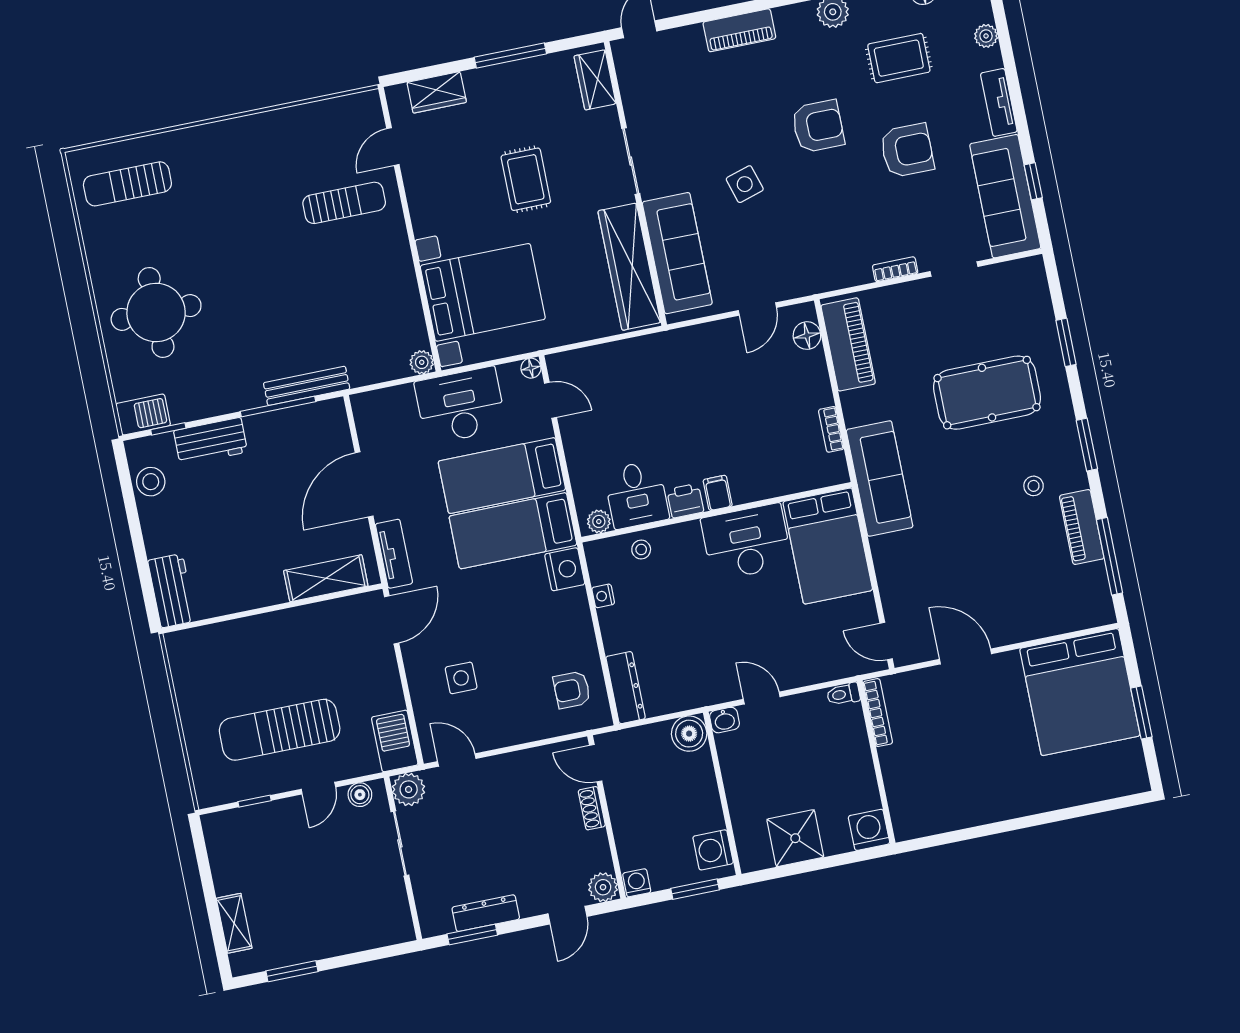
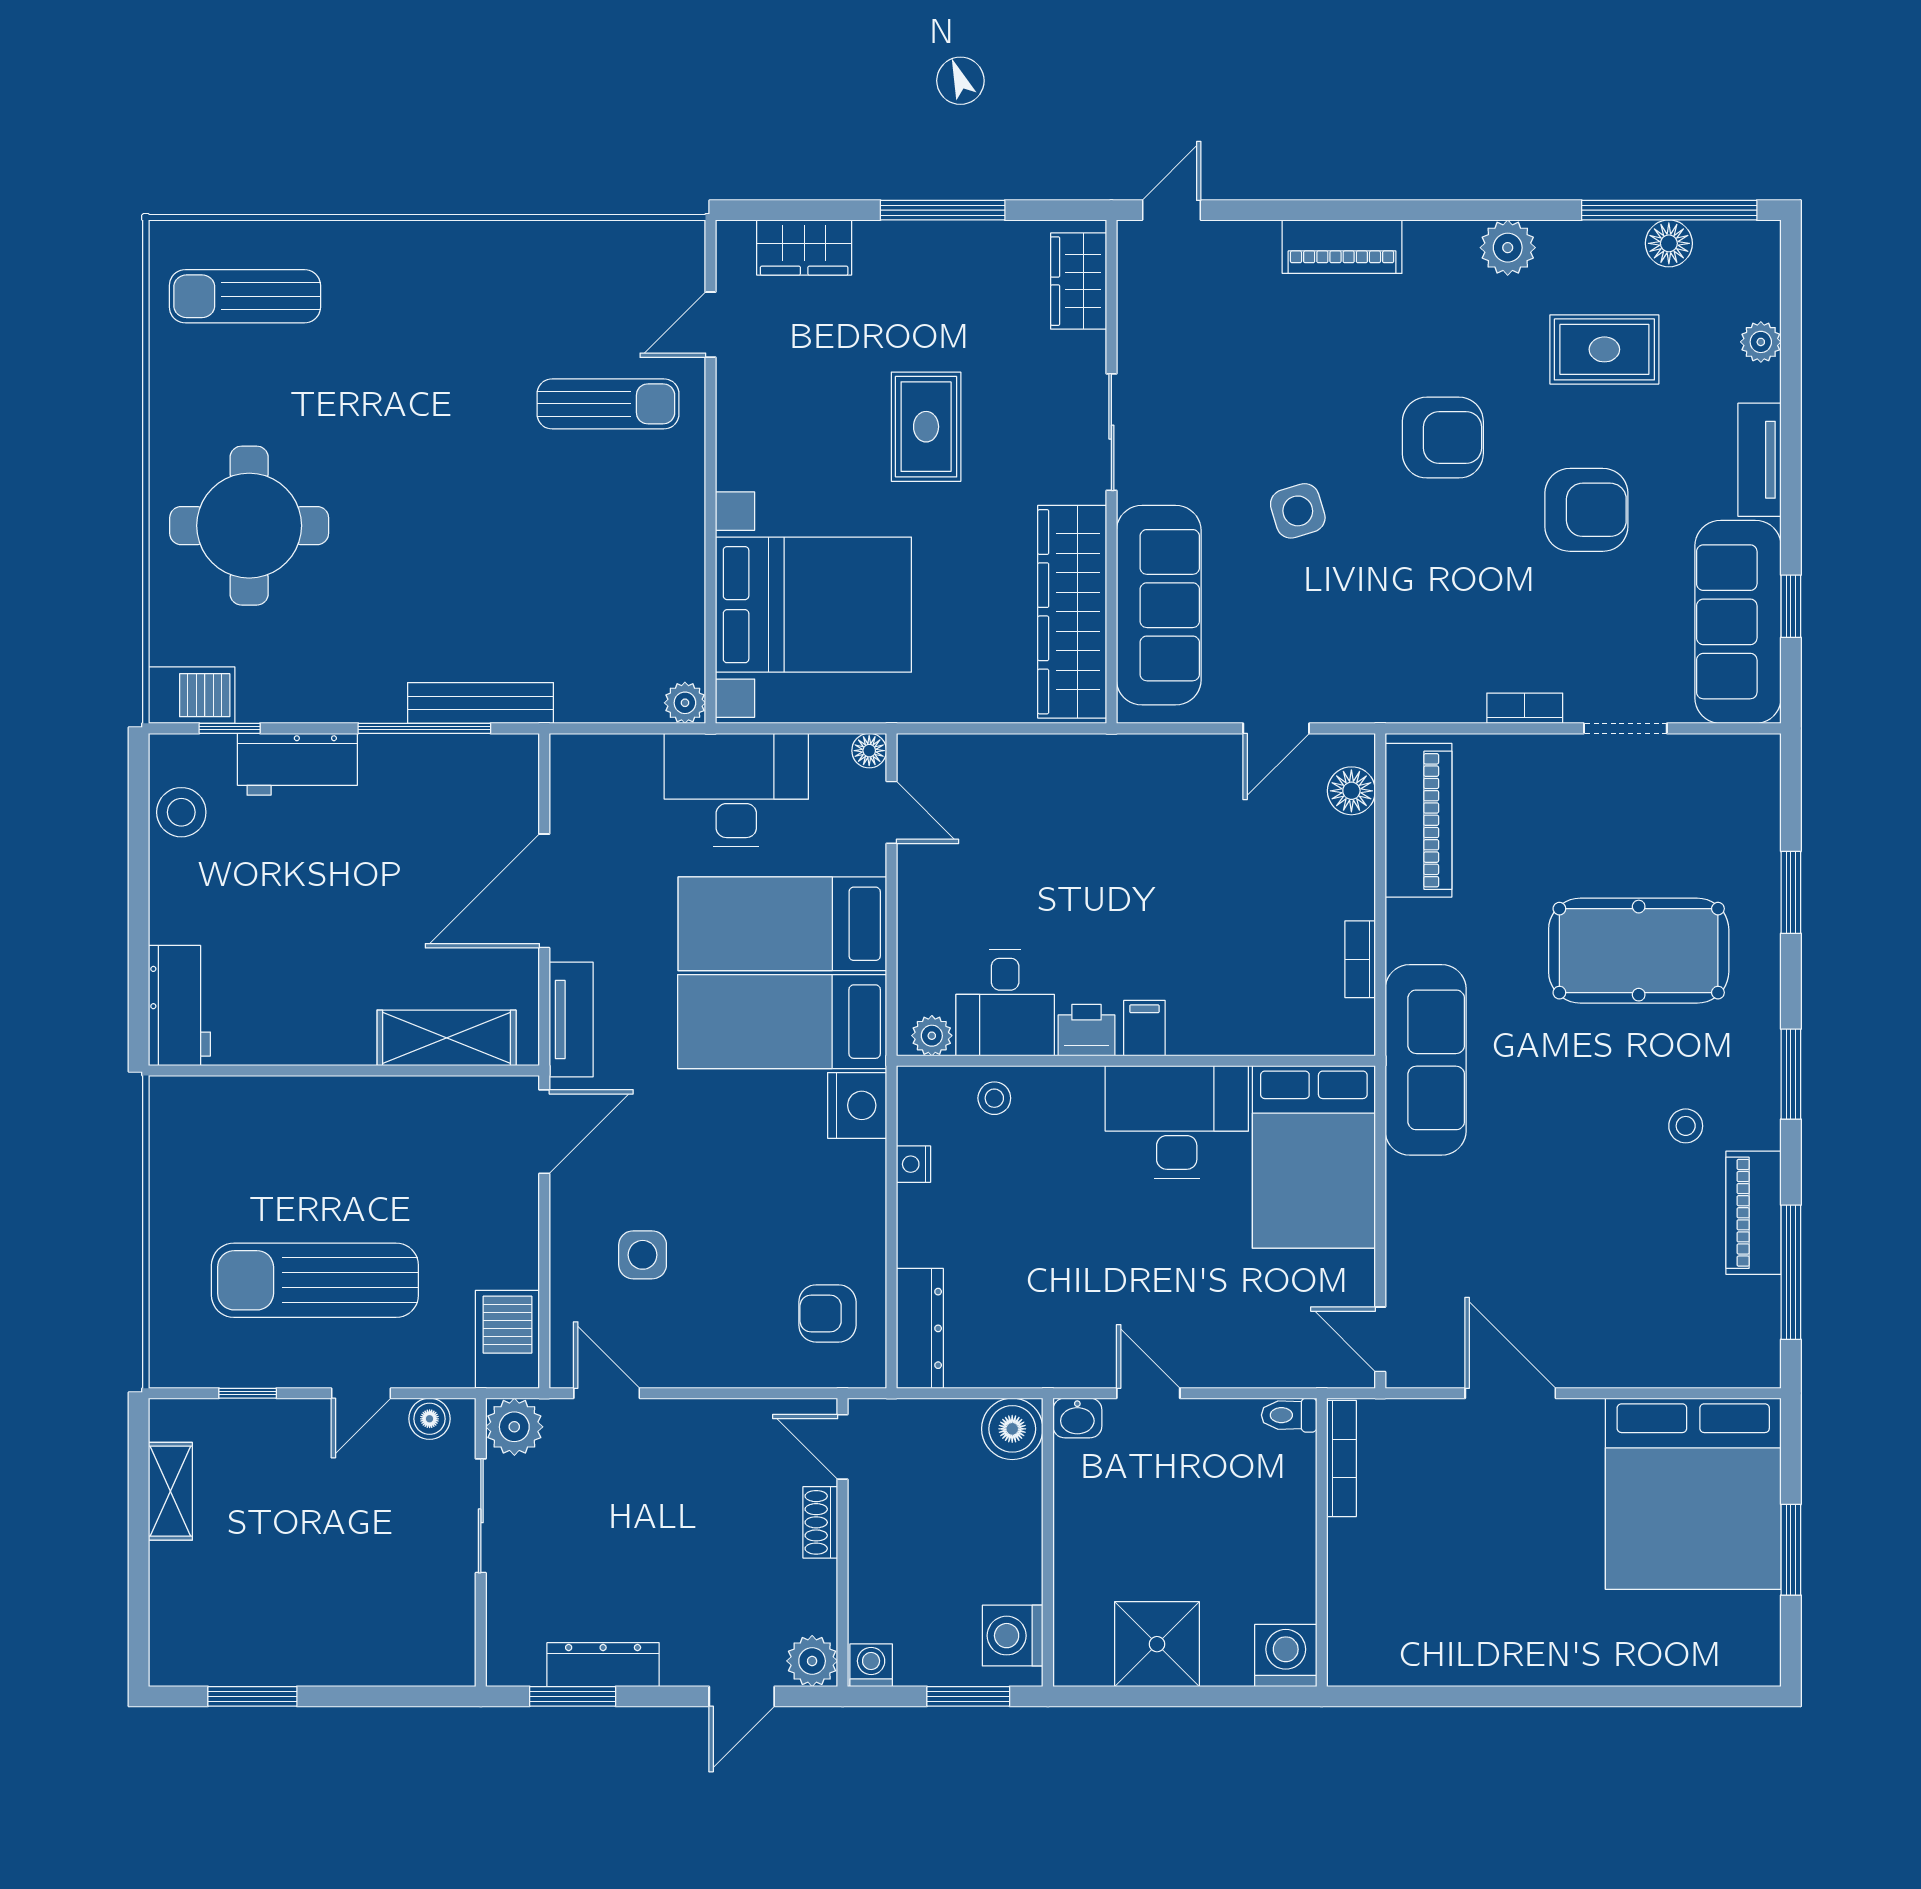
shelving: (234, 923) -> (170, 1491), moved

